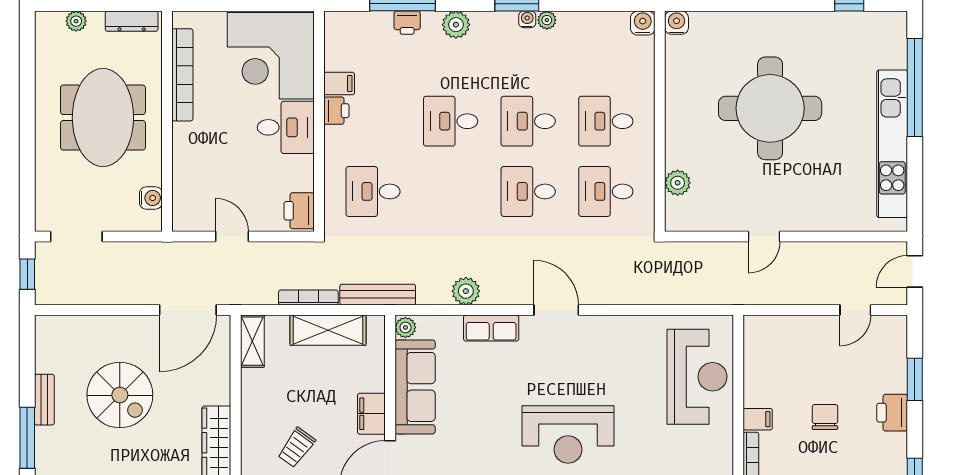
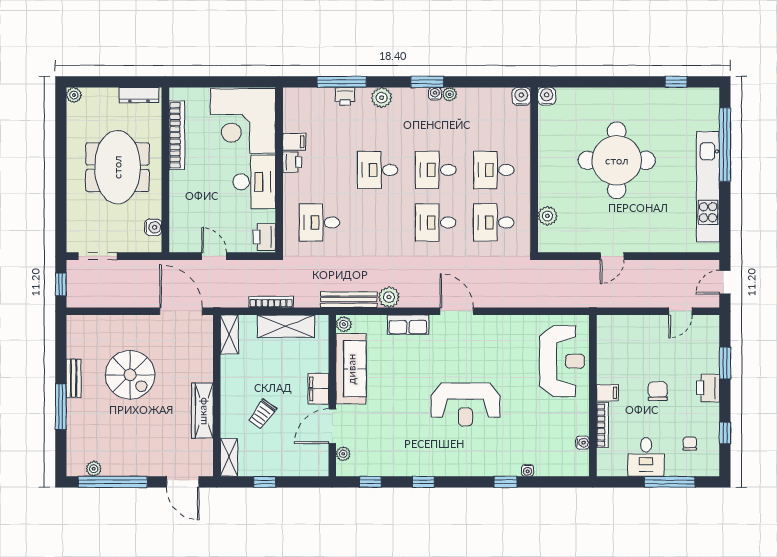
plant: (76, 21) -> (74, 95), moved
desk: (286, 127) -> (254, 182), width x1.37
bench: (378, 295) -> (349, 300), moved
door: (188, 310) -> (181, 311), swing flipped

